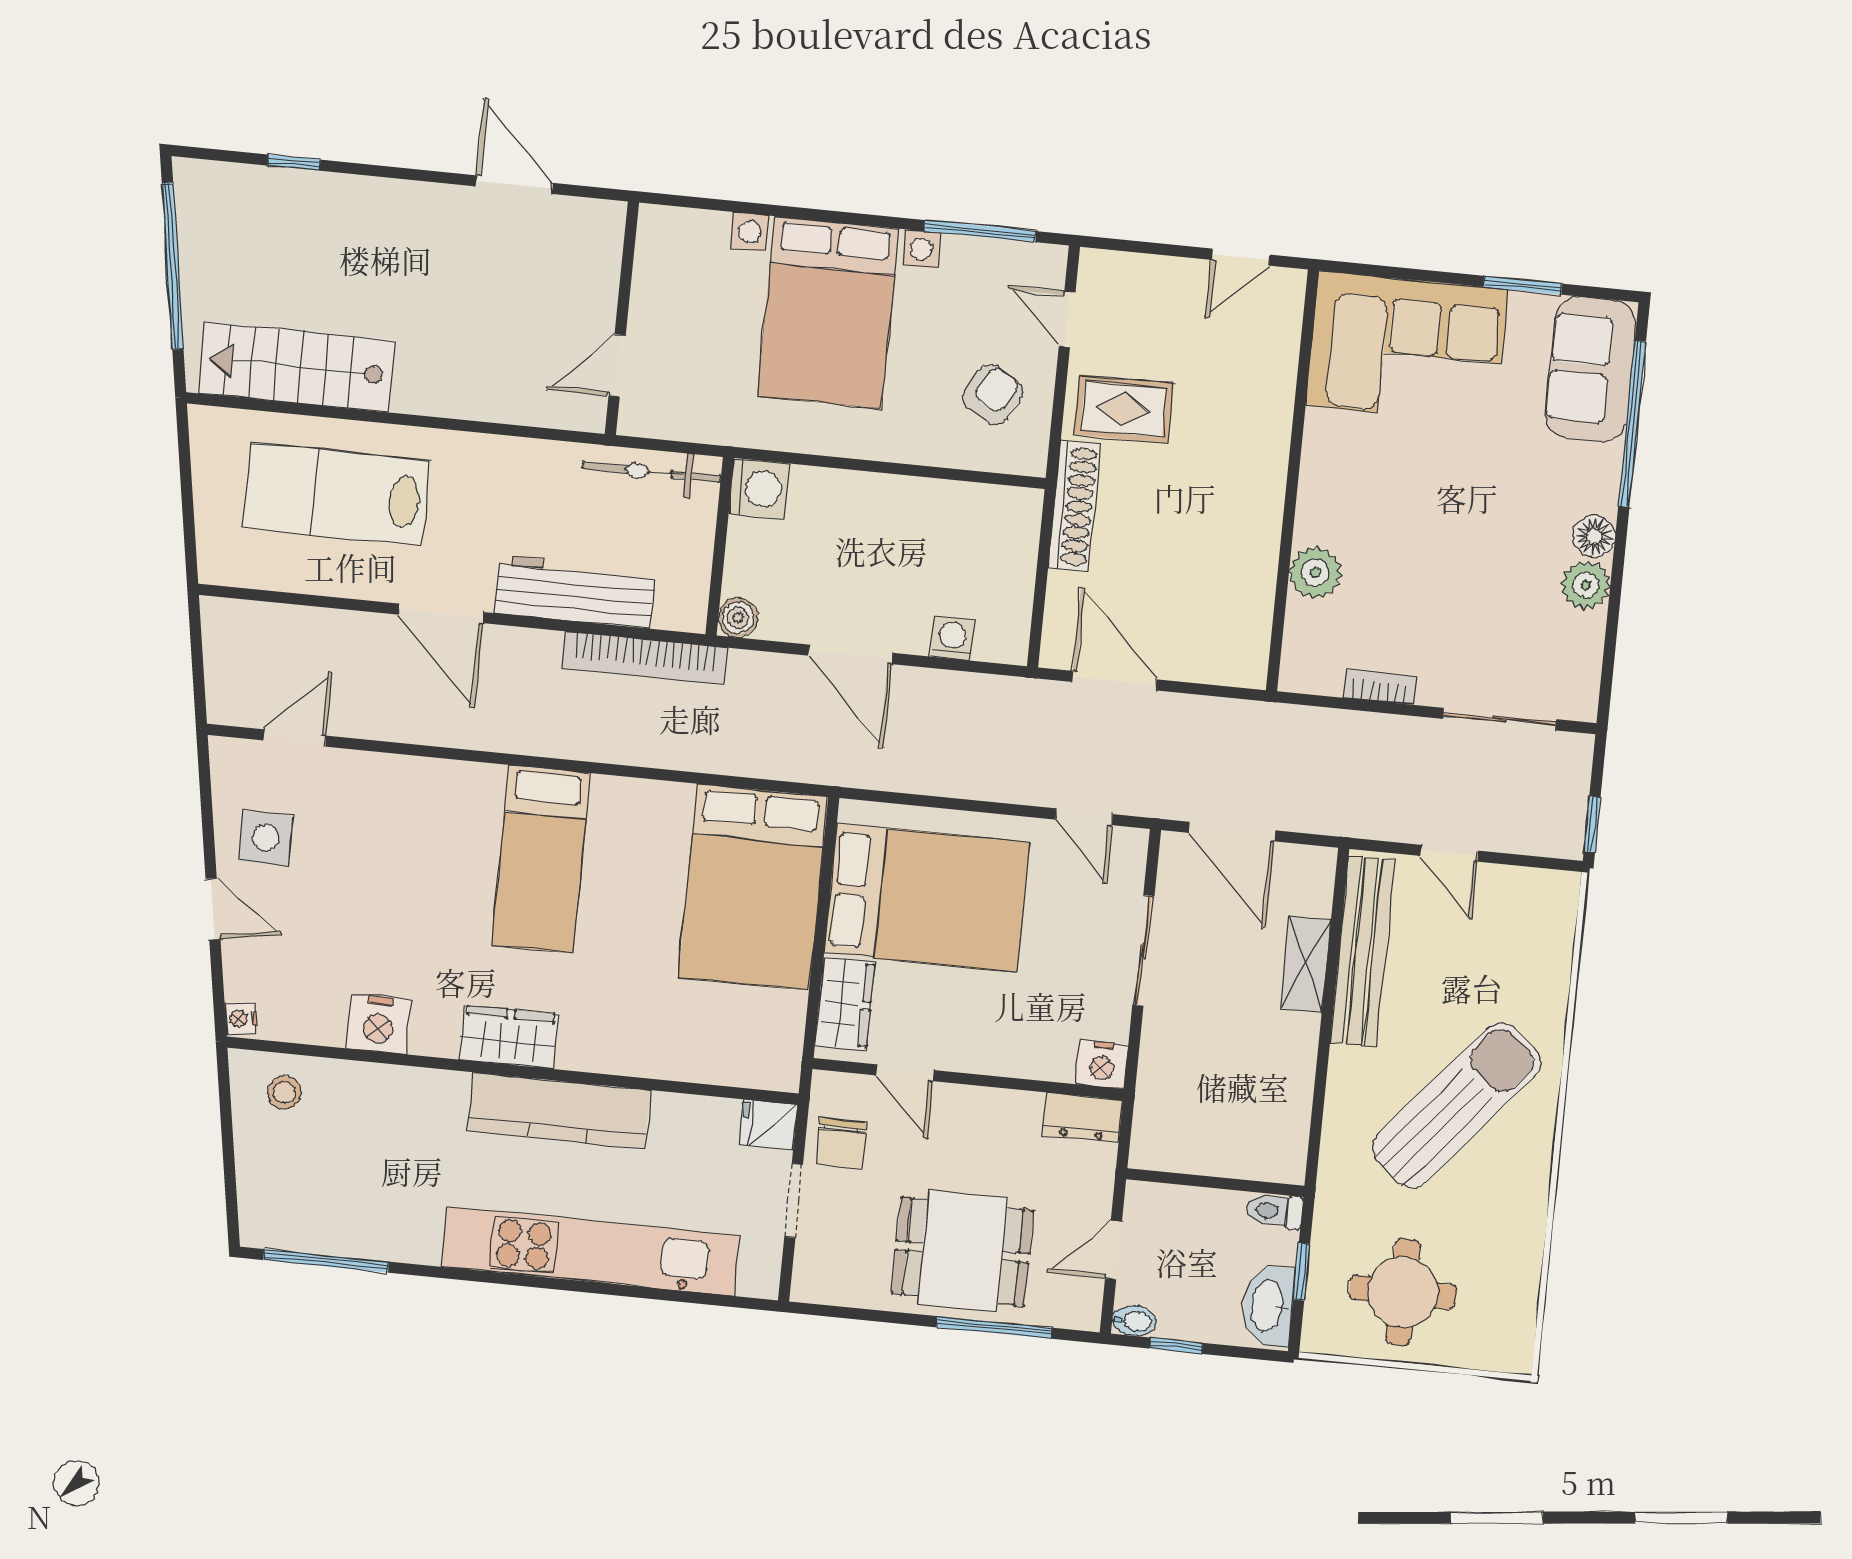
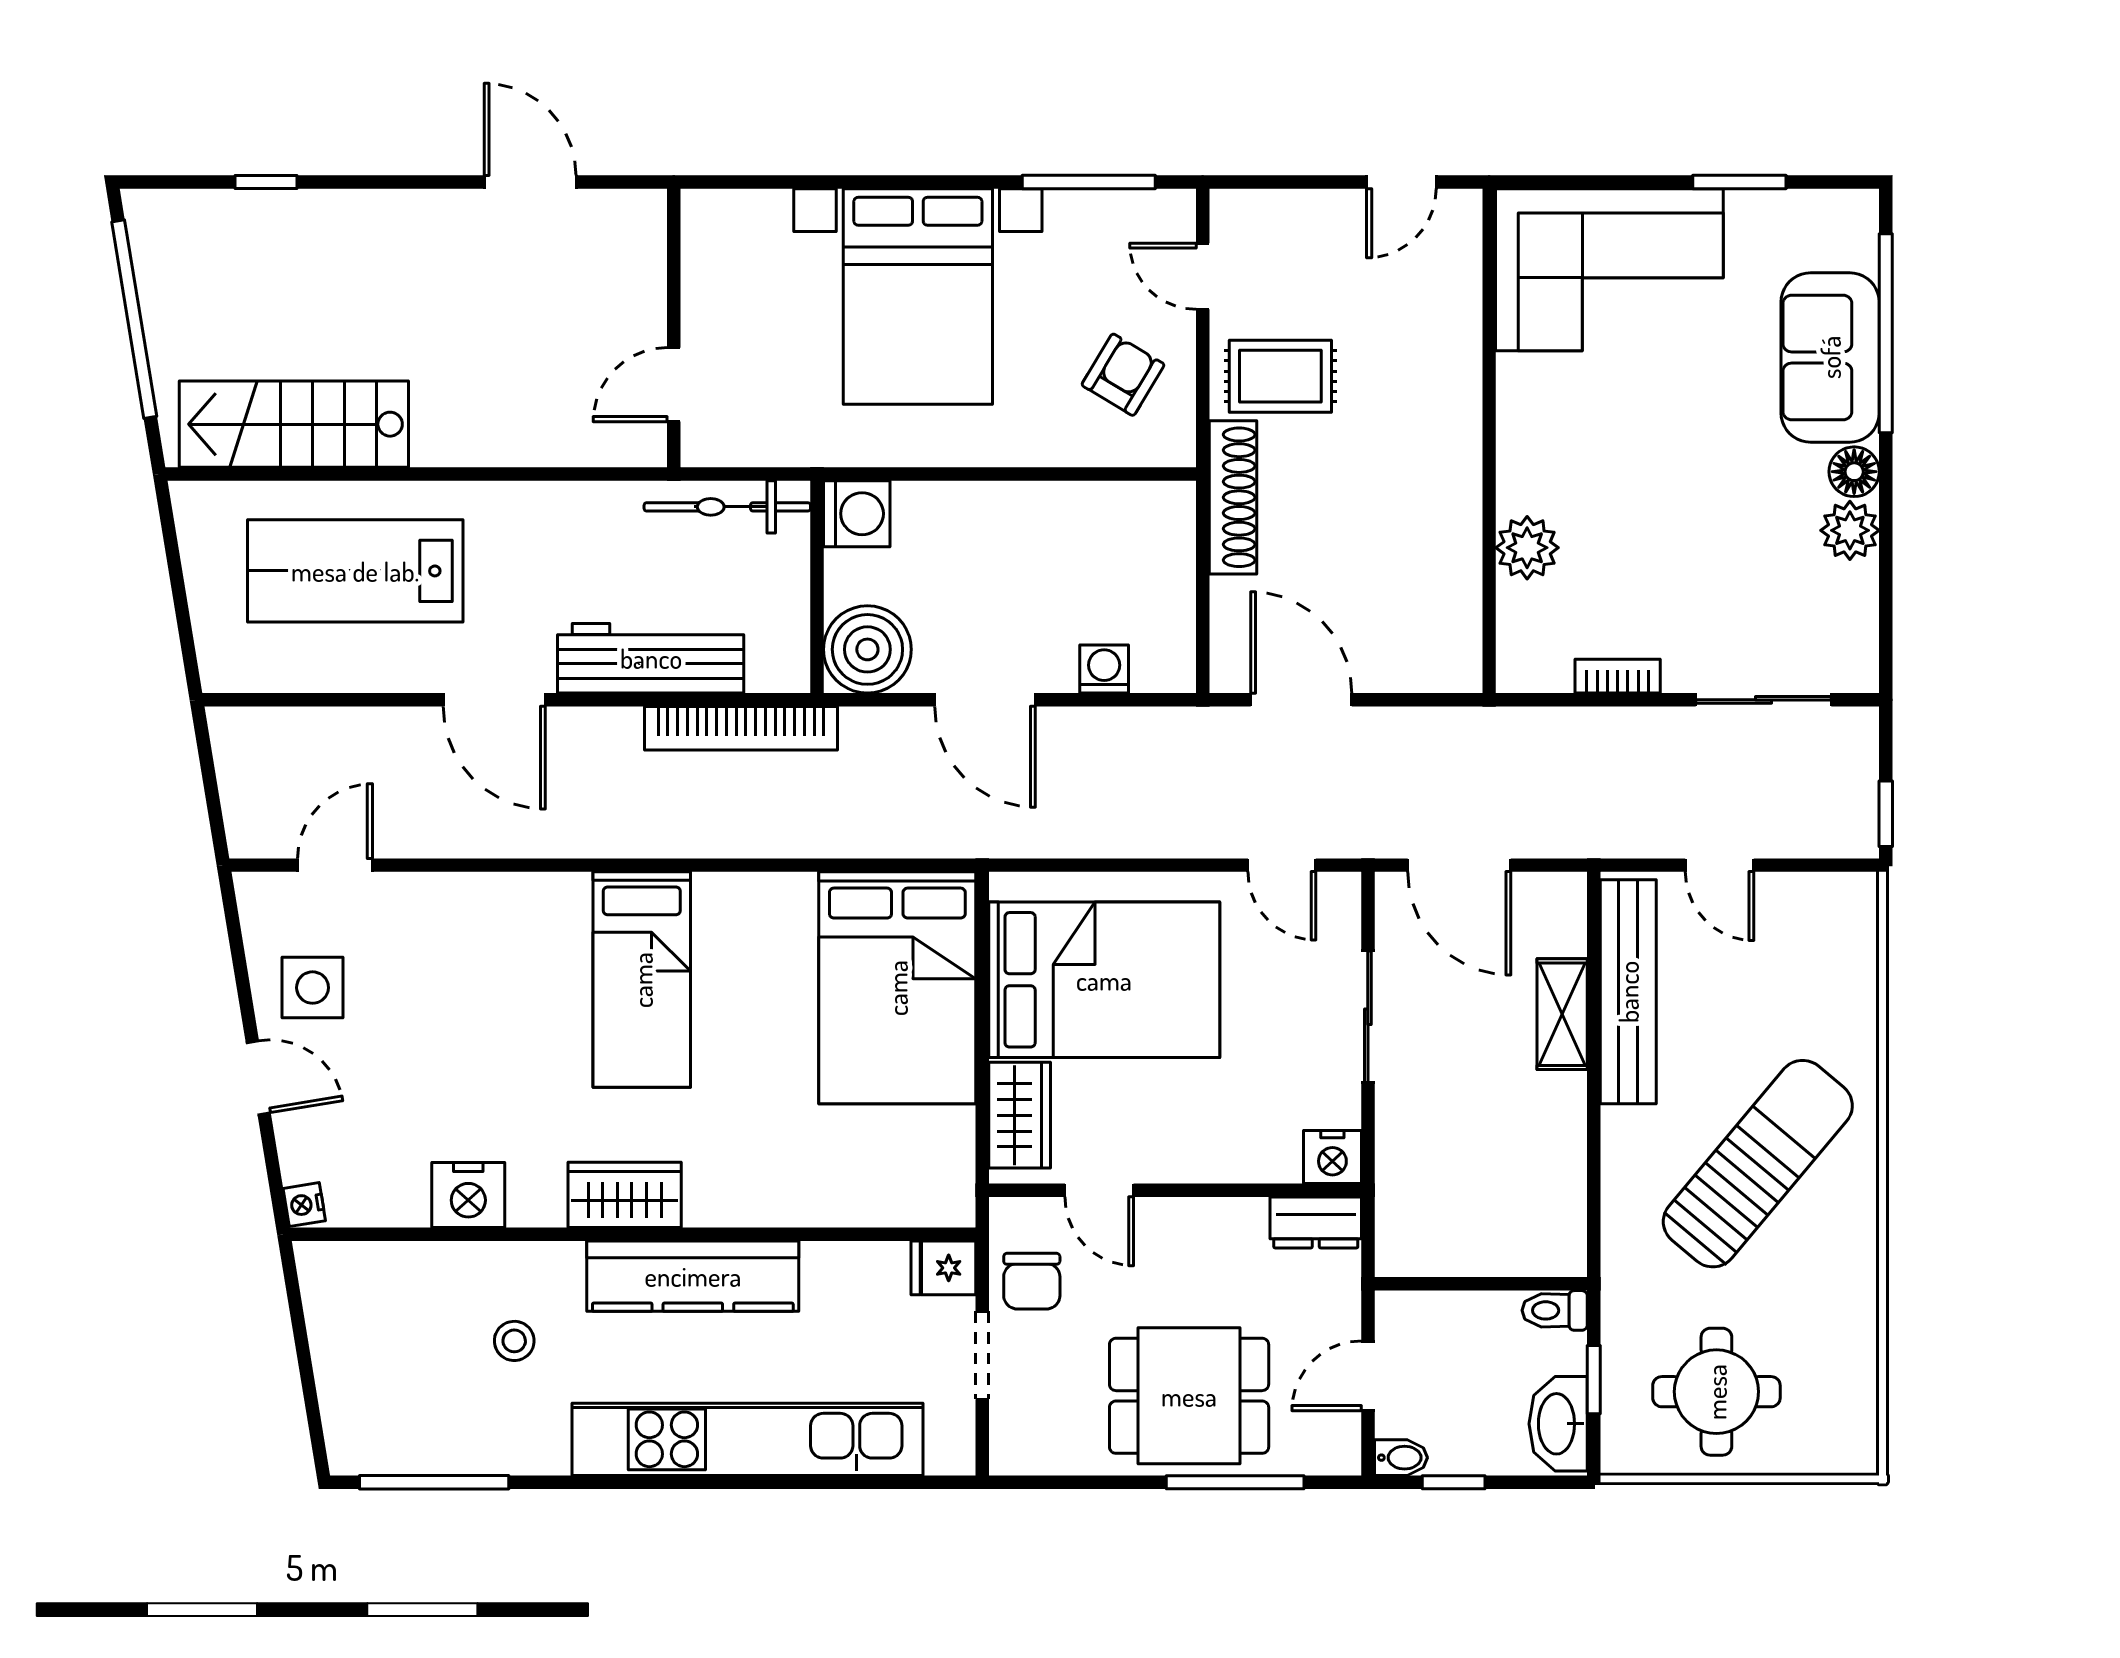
sofa: (1591, 369) -> (1830, 357), moved
boiler: (738, 618) -> (867, 649), width x1.86, depth x1.86
stool: (284, 1092) -> (514, 1341), moved

